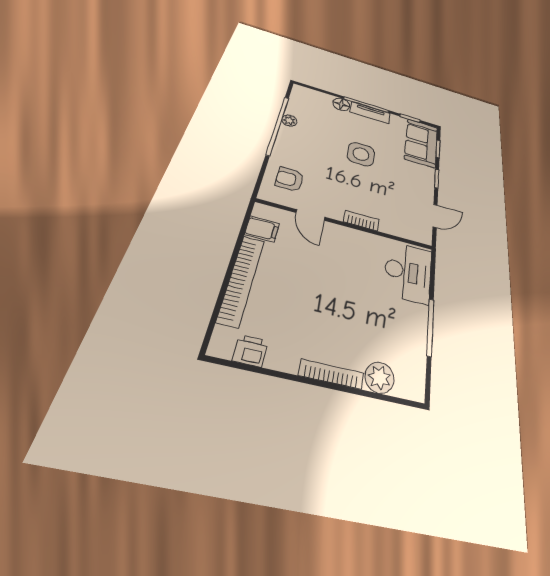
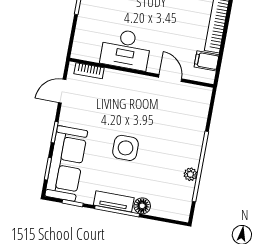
sofa: (421, 143) -> (66, 163), width x1.36
armchair: (290, 179) -> (188, 110), removed
bookcase: (361, 221) -> (89, 71), moved
desk: (408, 272) -> (126, 49), moved, turned -90

